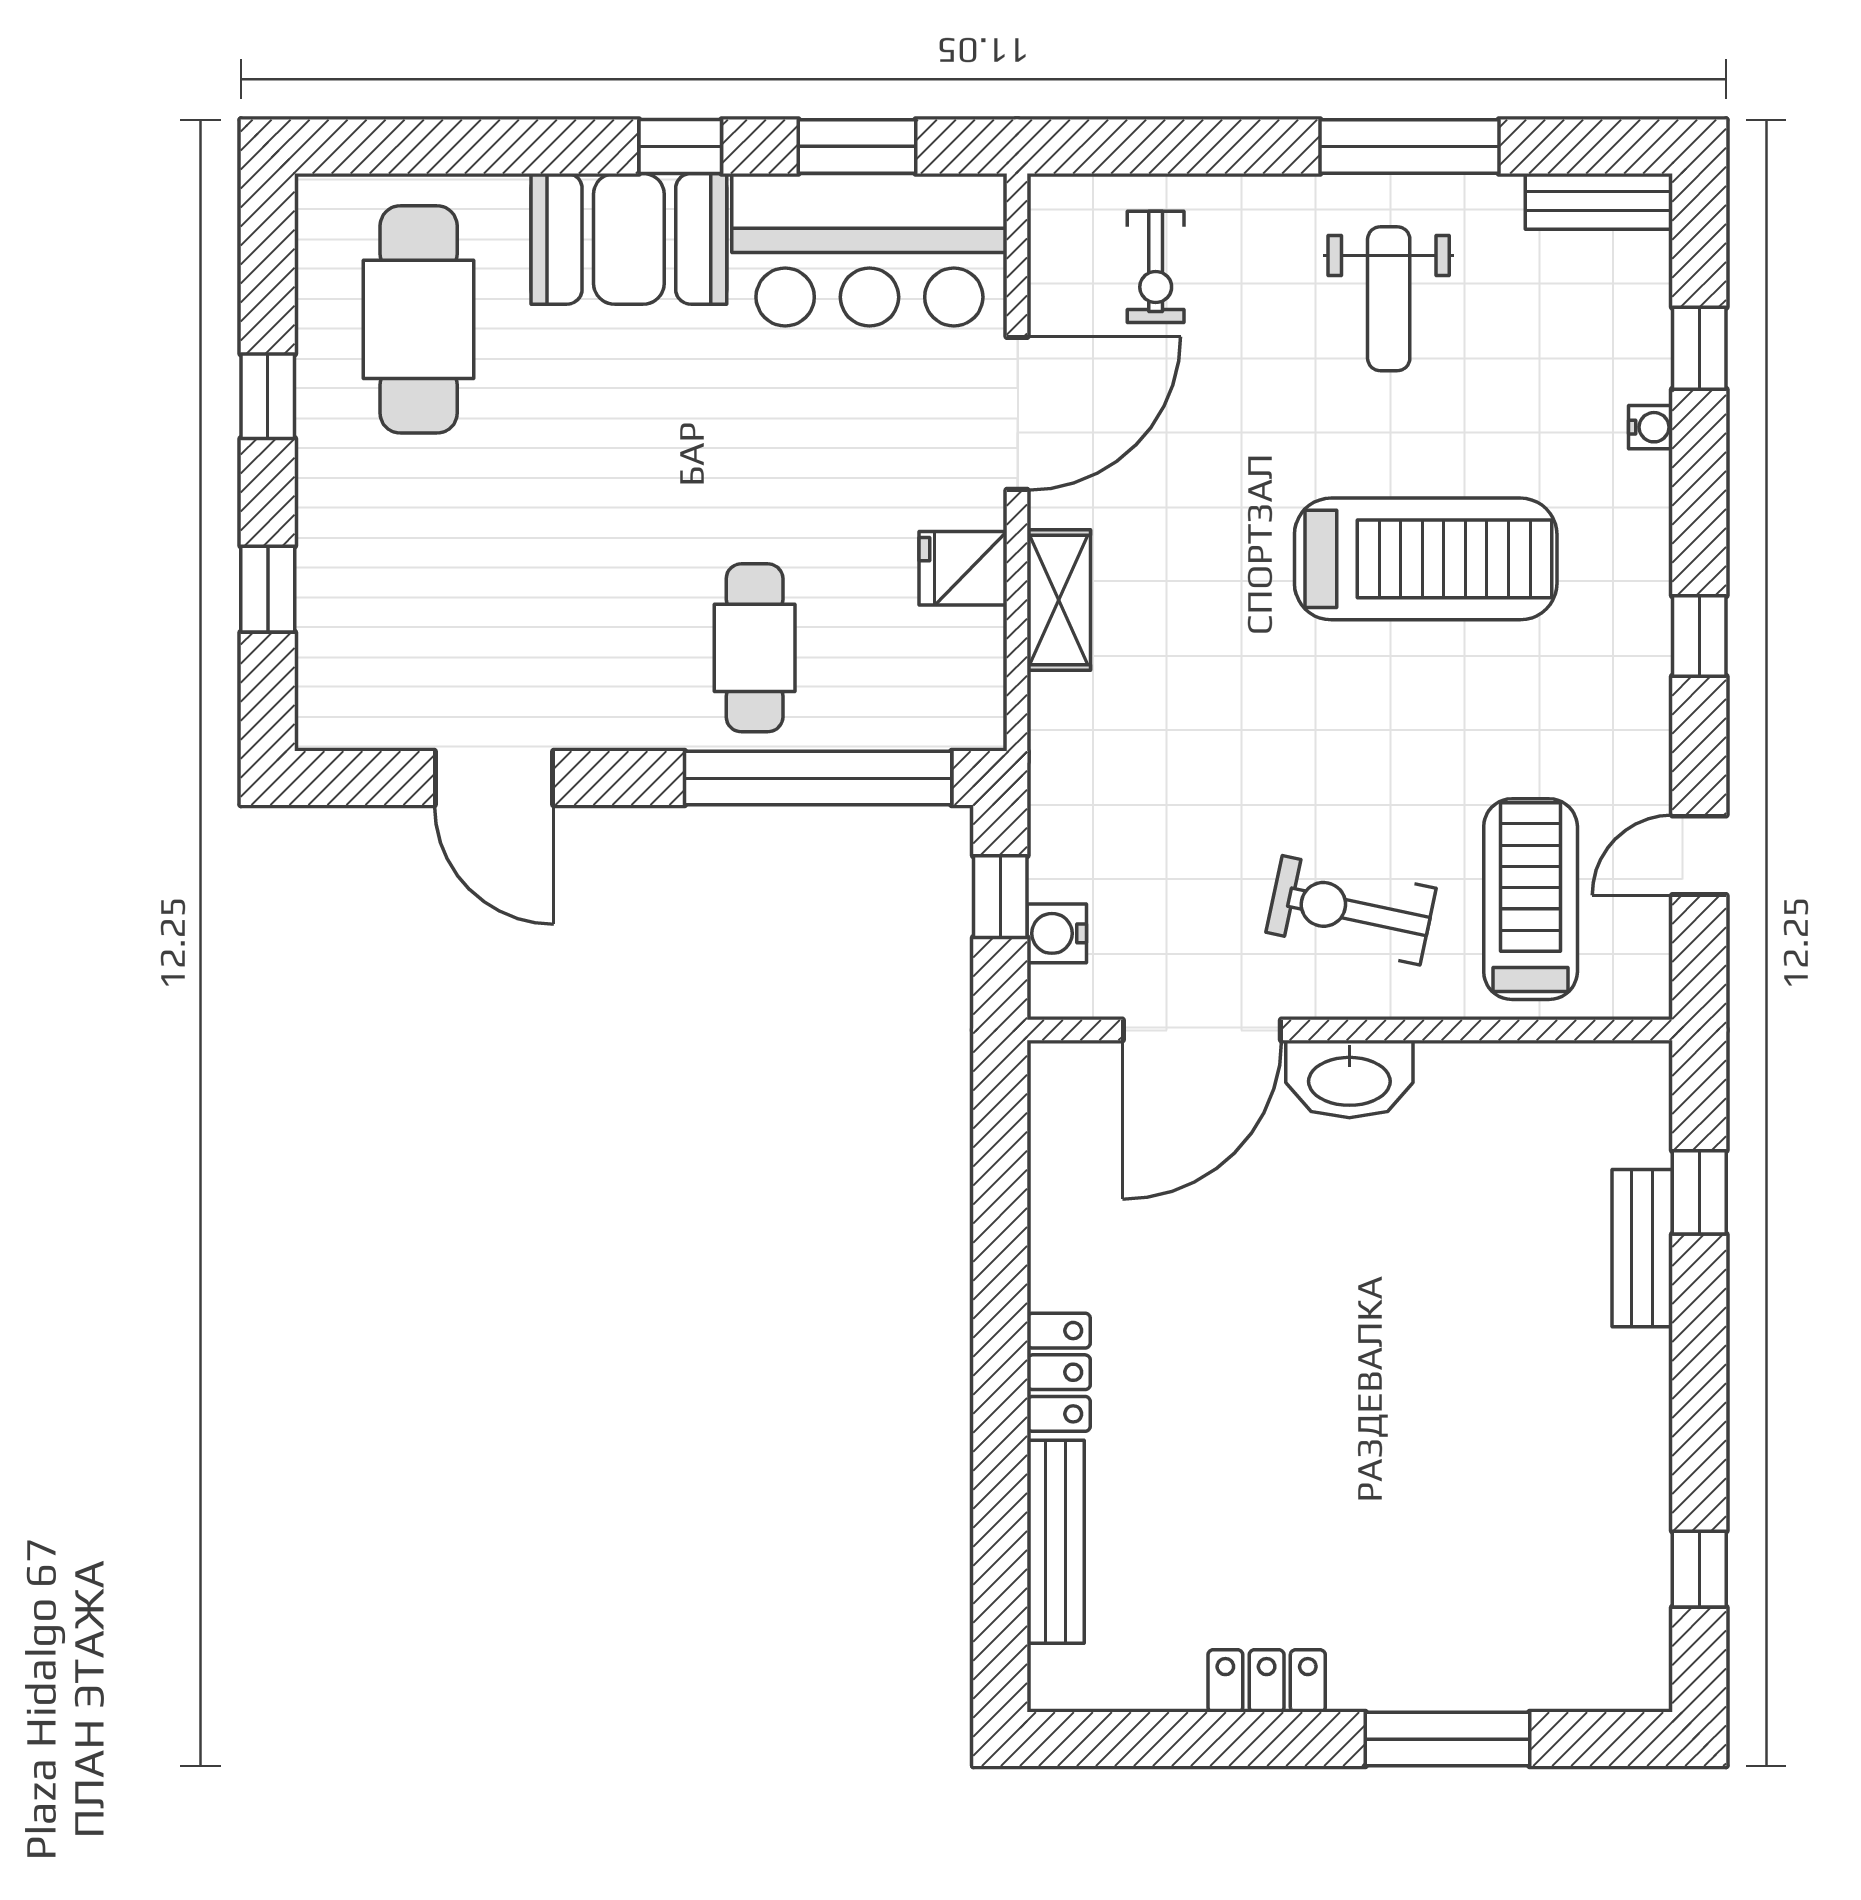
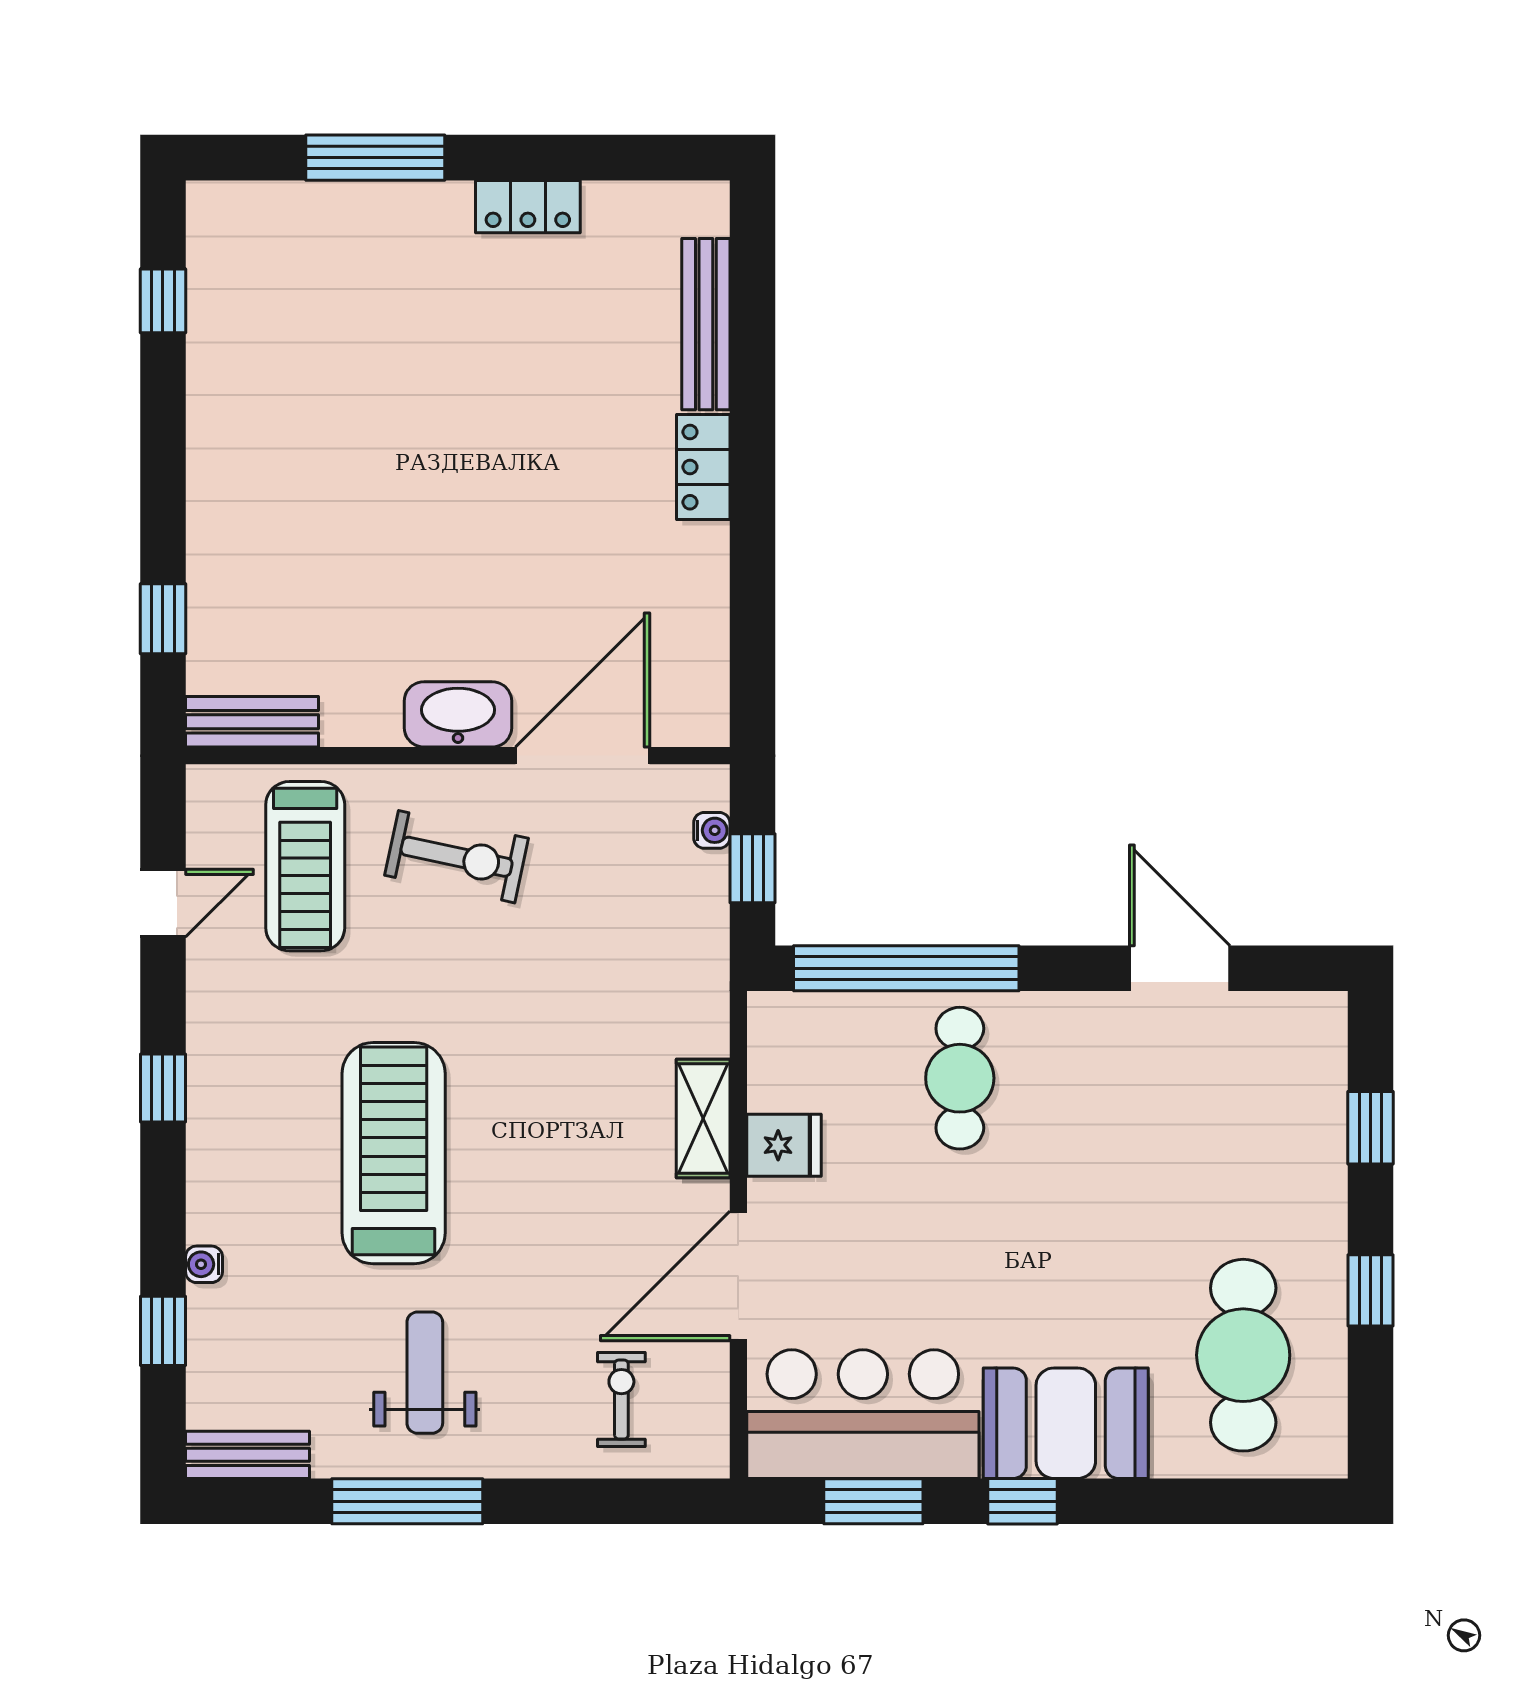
treadmill: (1426, 559) -> (394, 1153), turned 90
water cooler: (1057, 933) -> (712, 830), width x0.72, depth x0.72
bench: (1642, 1248) -> (252, 722), moved, turned 90

